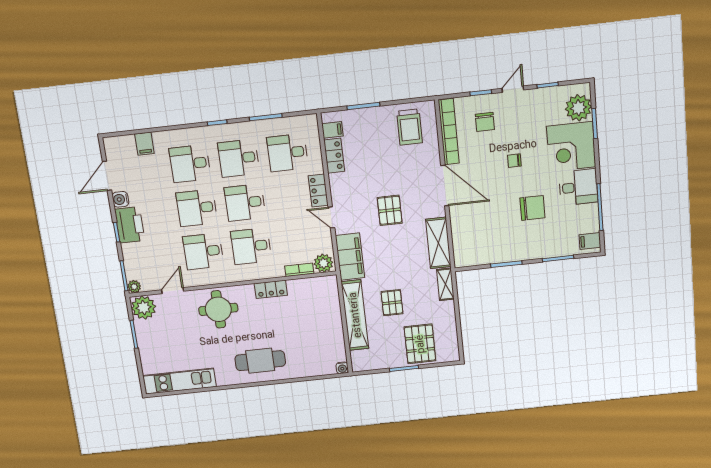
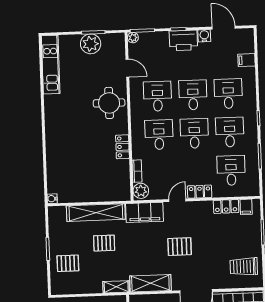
plant: (144, 308) -> (91, 44), moved
pallet: (420, 344) -> (68, 263), width x0.67, depth x0.71
cafe table: (260, 361) -> (63, 132), removed

